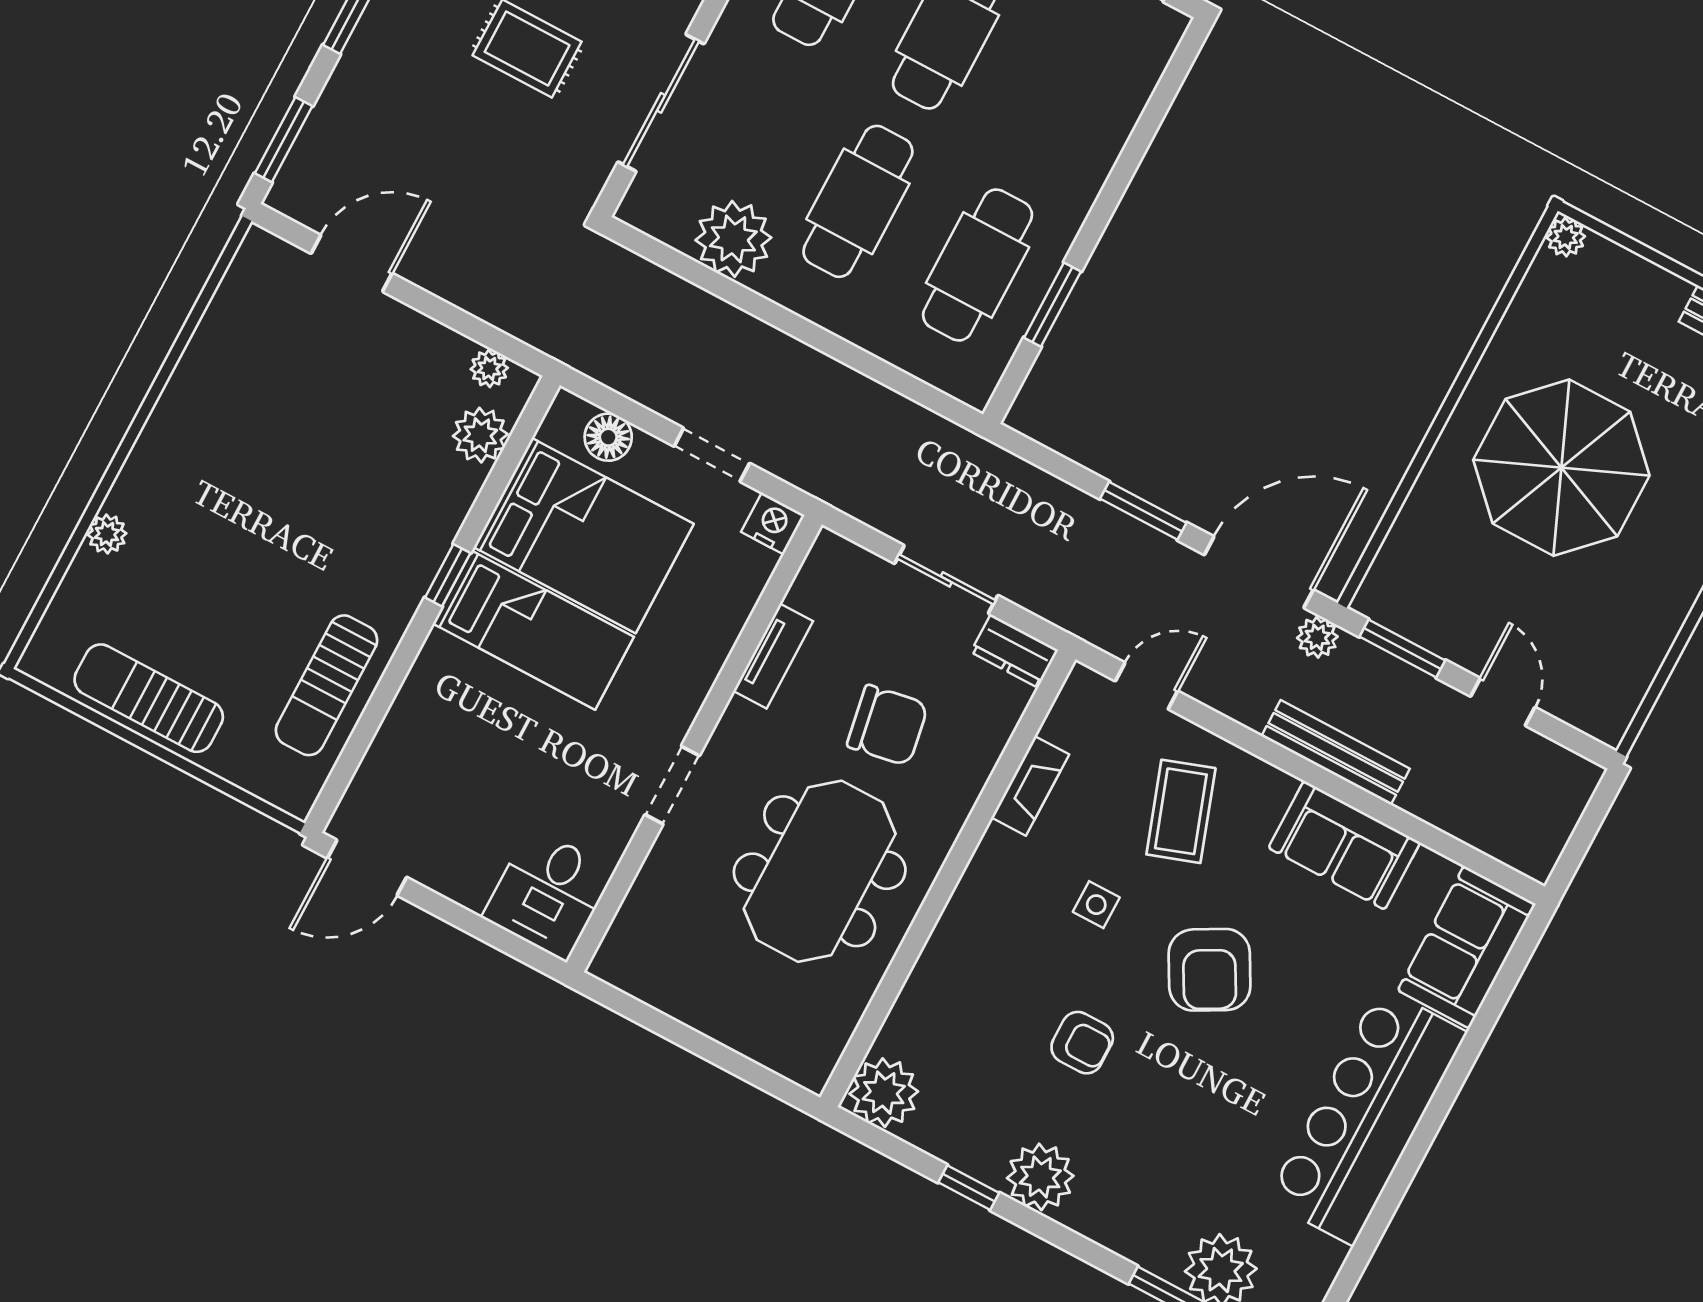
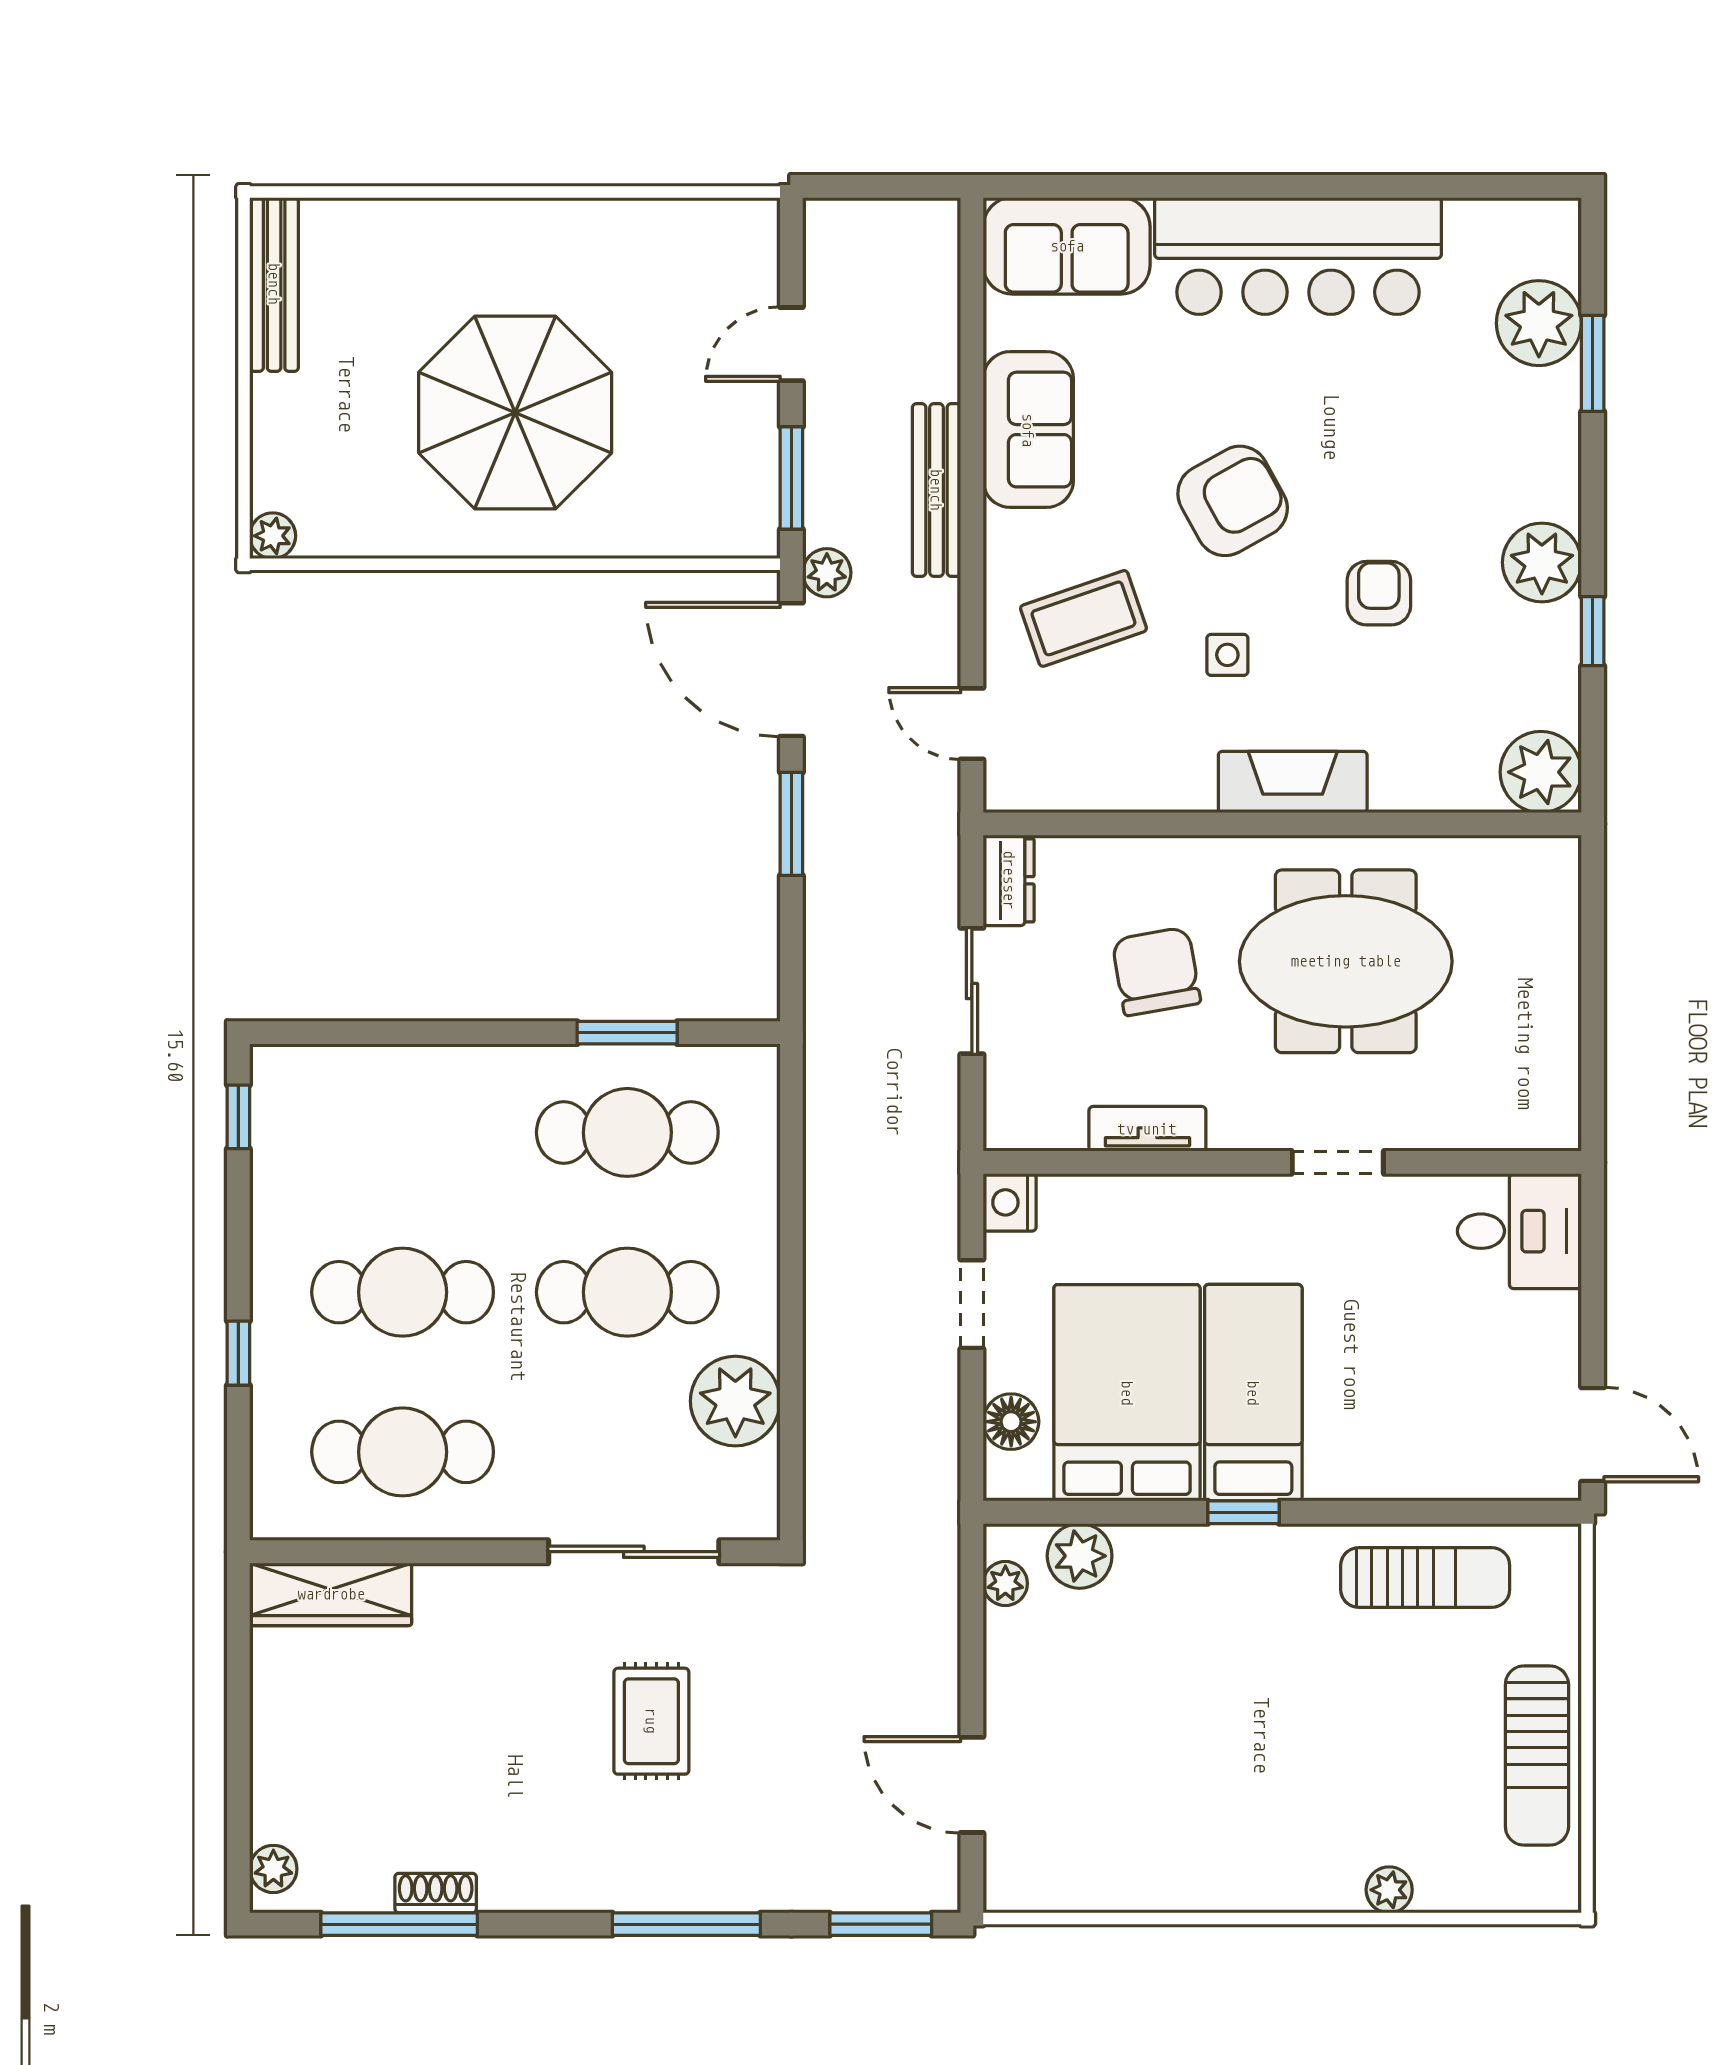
fireplace: (1030, 786) -> (1293, 782), moved, width x1.37, depth x1.32

